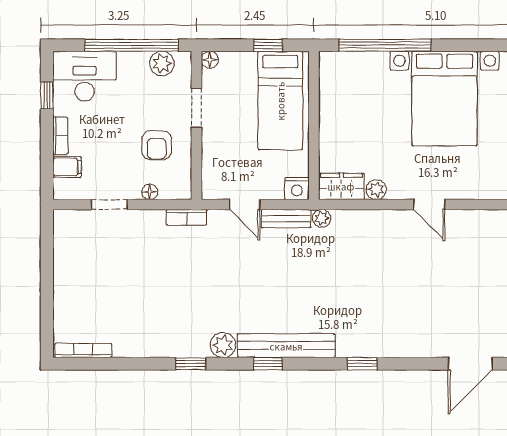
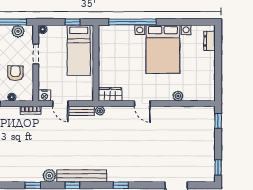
armchair: (157, 145) -> (15, 73), turned 180
nightstand: (297, 189) -> (44, 95), moved
plant: (376, 190) -> (178, 96), moved
door: (429, 204) -> (142, 104), moved

